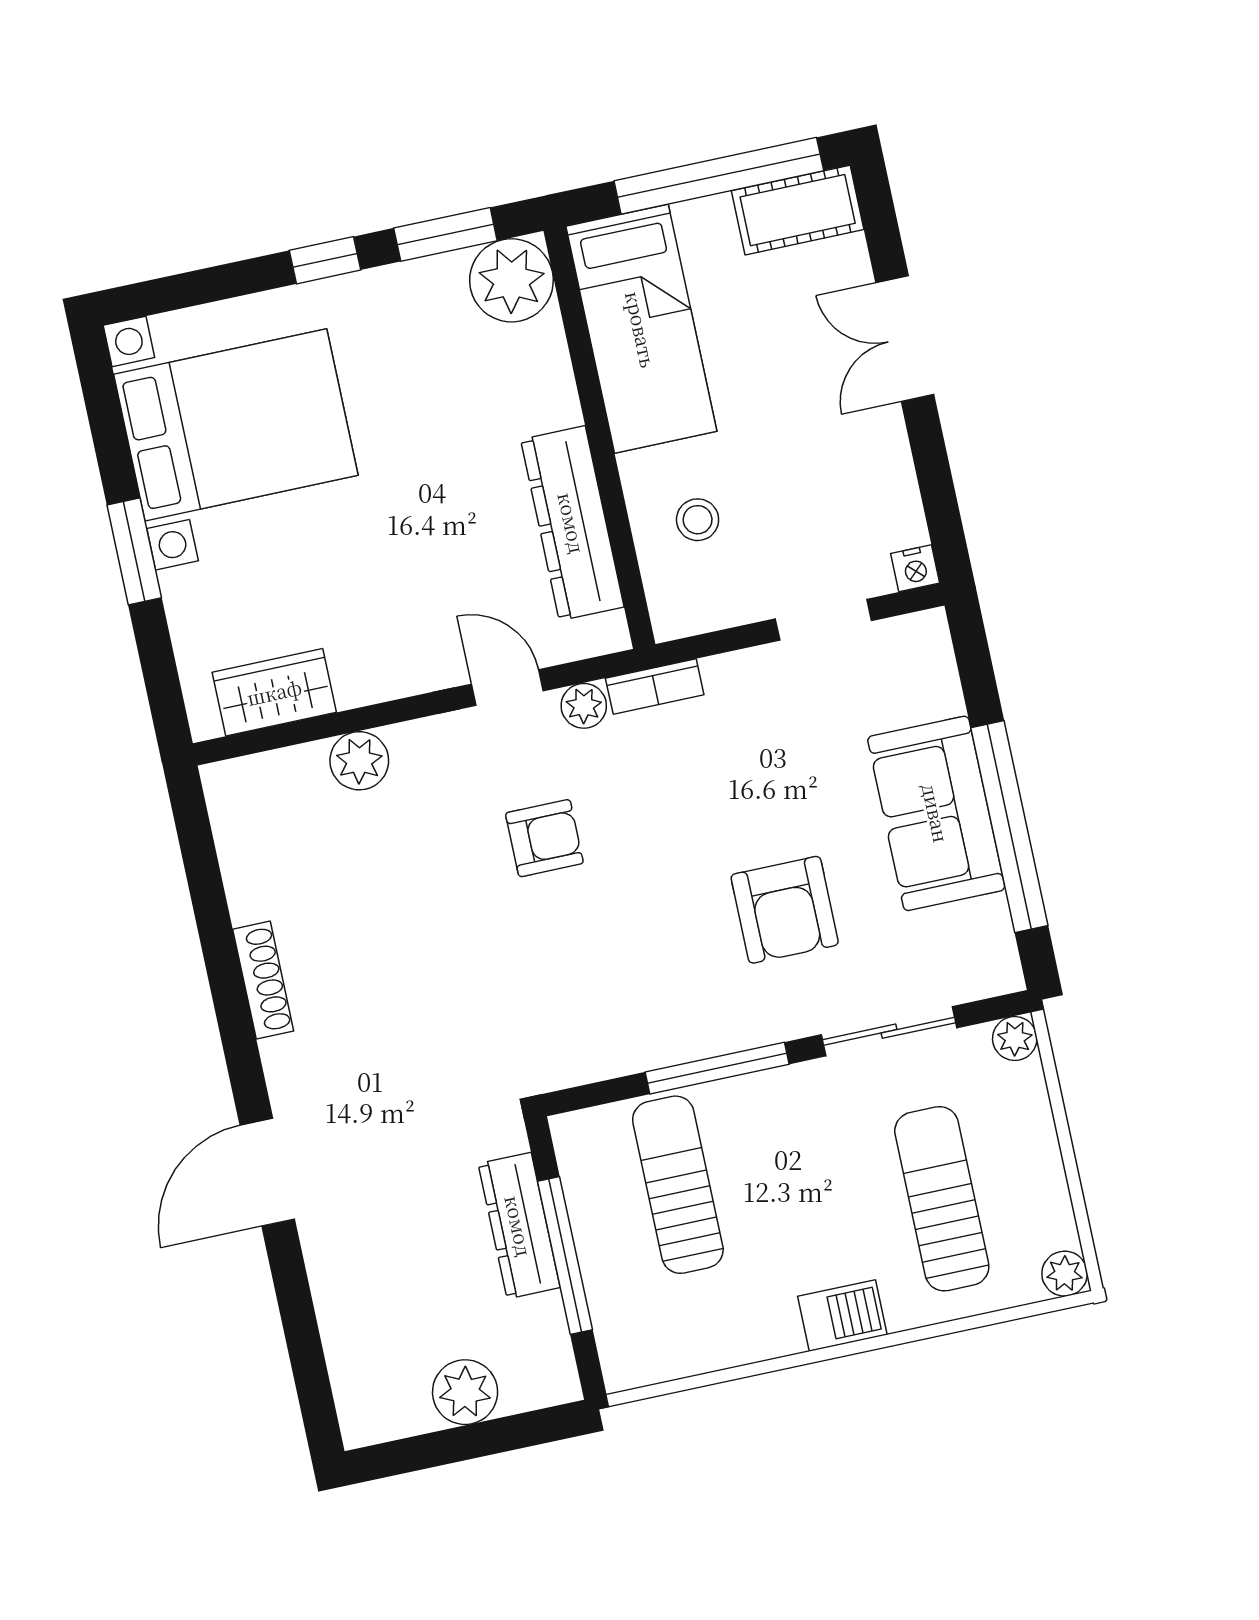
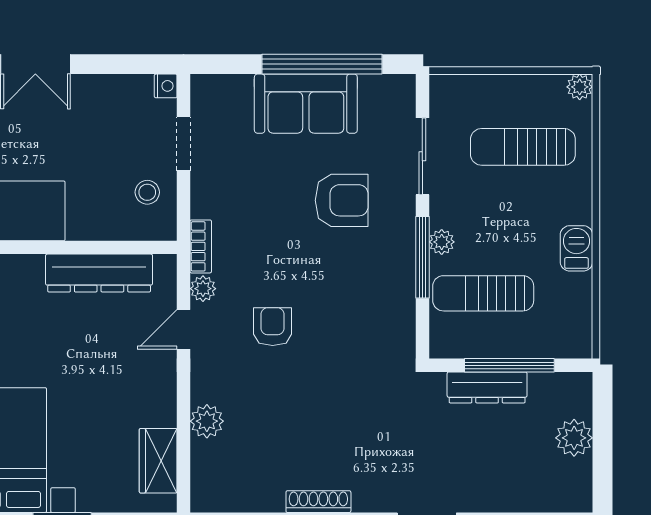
stool: (698, 520) -> (147, 192), moved
plant: (1015, 1039) -> (442, 242), moved
barbecue: (842, 1316) -> (576, 248), moved

